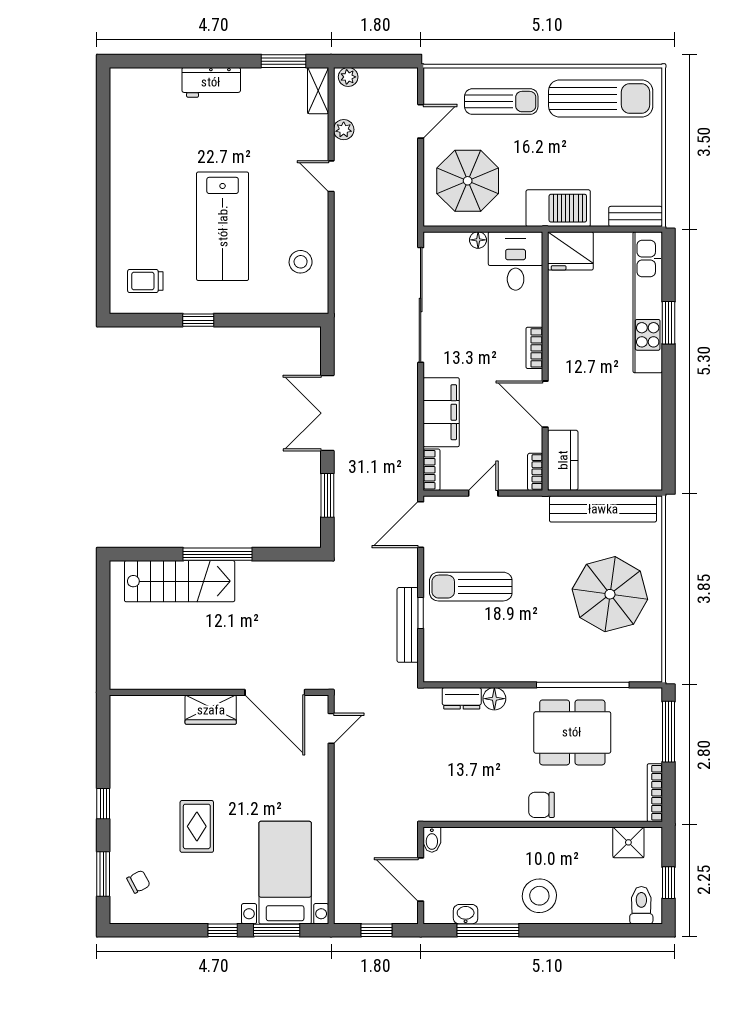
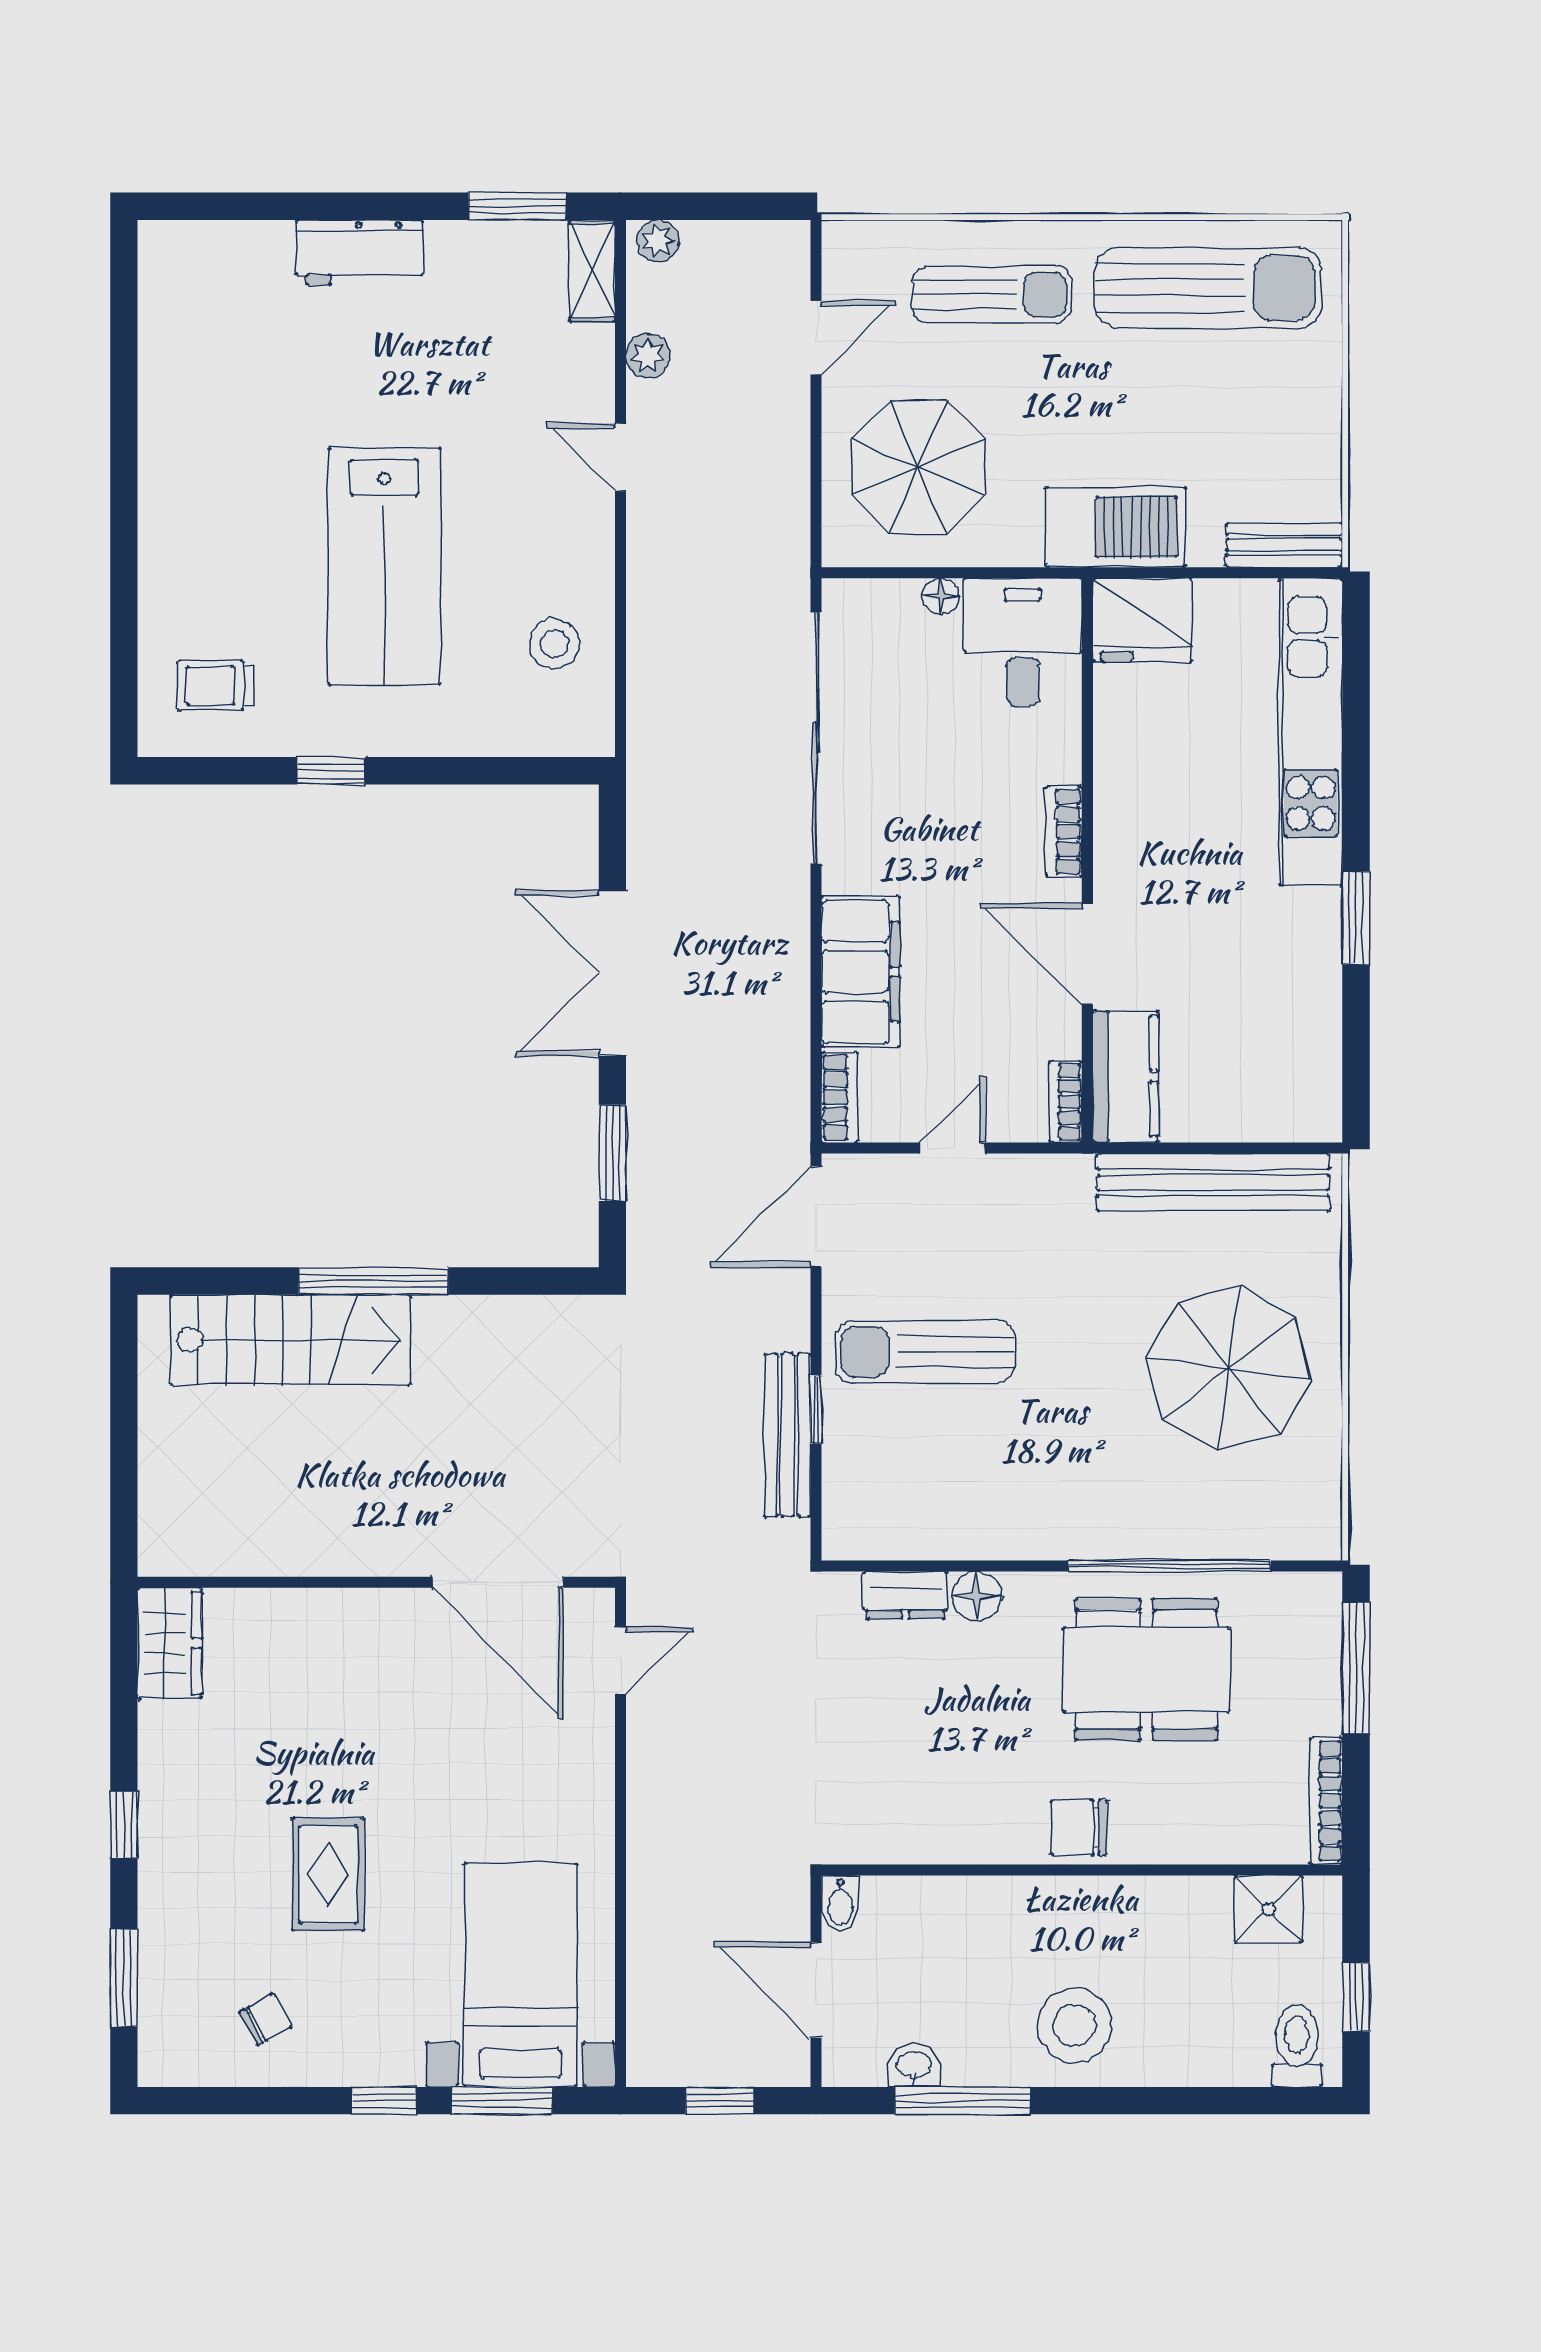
window: (668, 323) -> (1356, 918), moved
wardrobe: (211, 710) -> (170, 1643), moved, turned -90
chair: (138, 882) -> (266, 2019), moved

